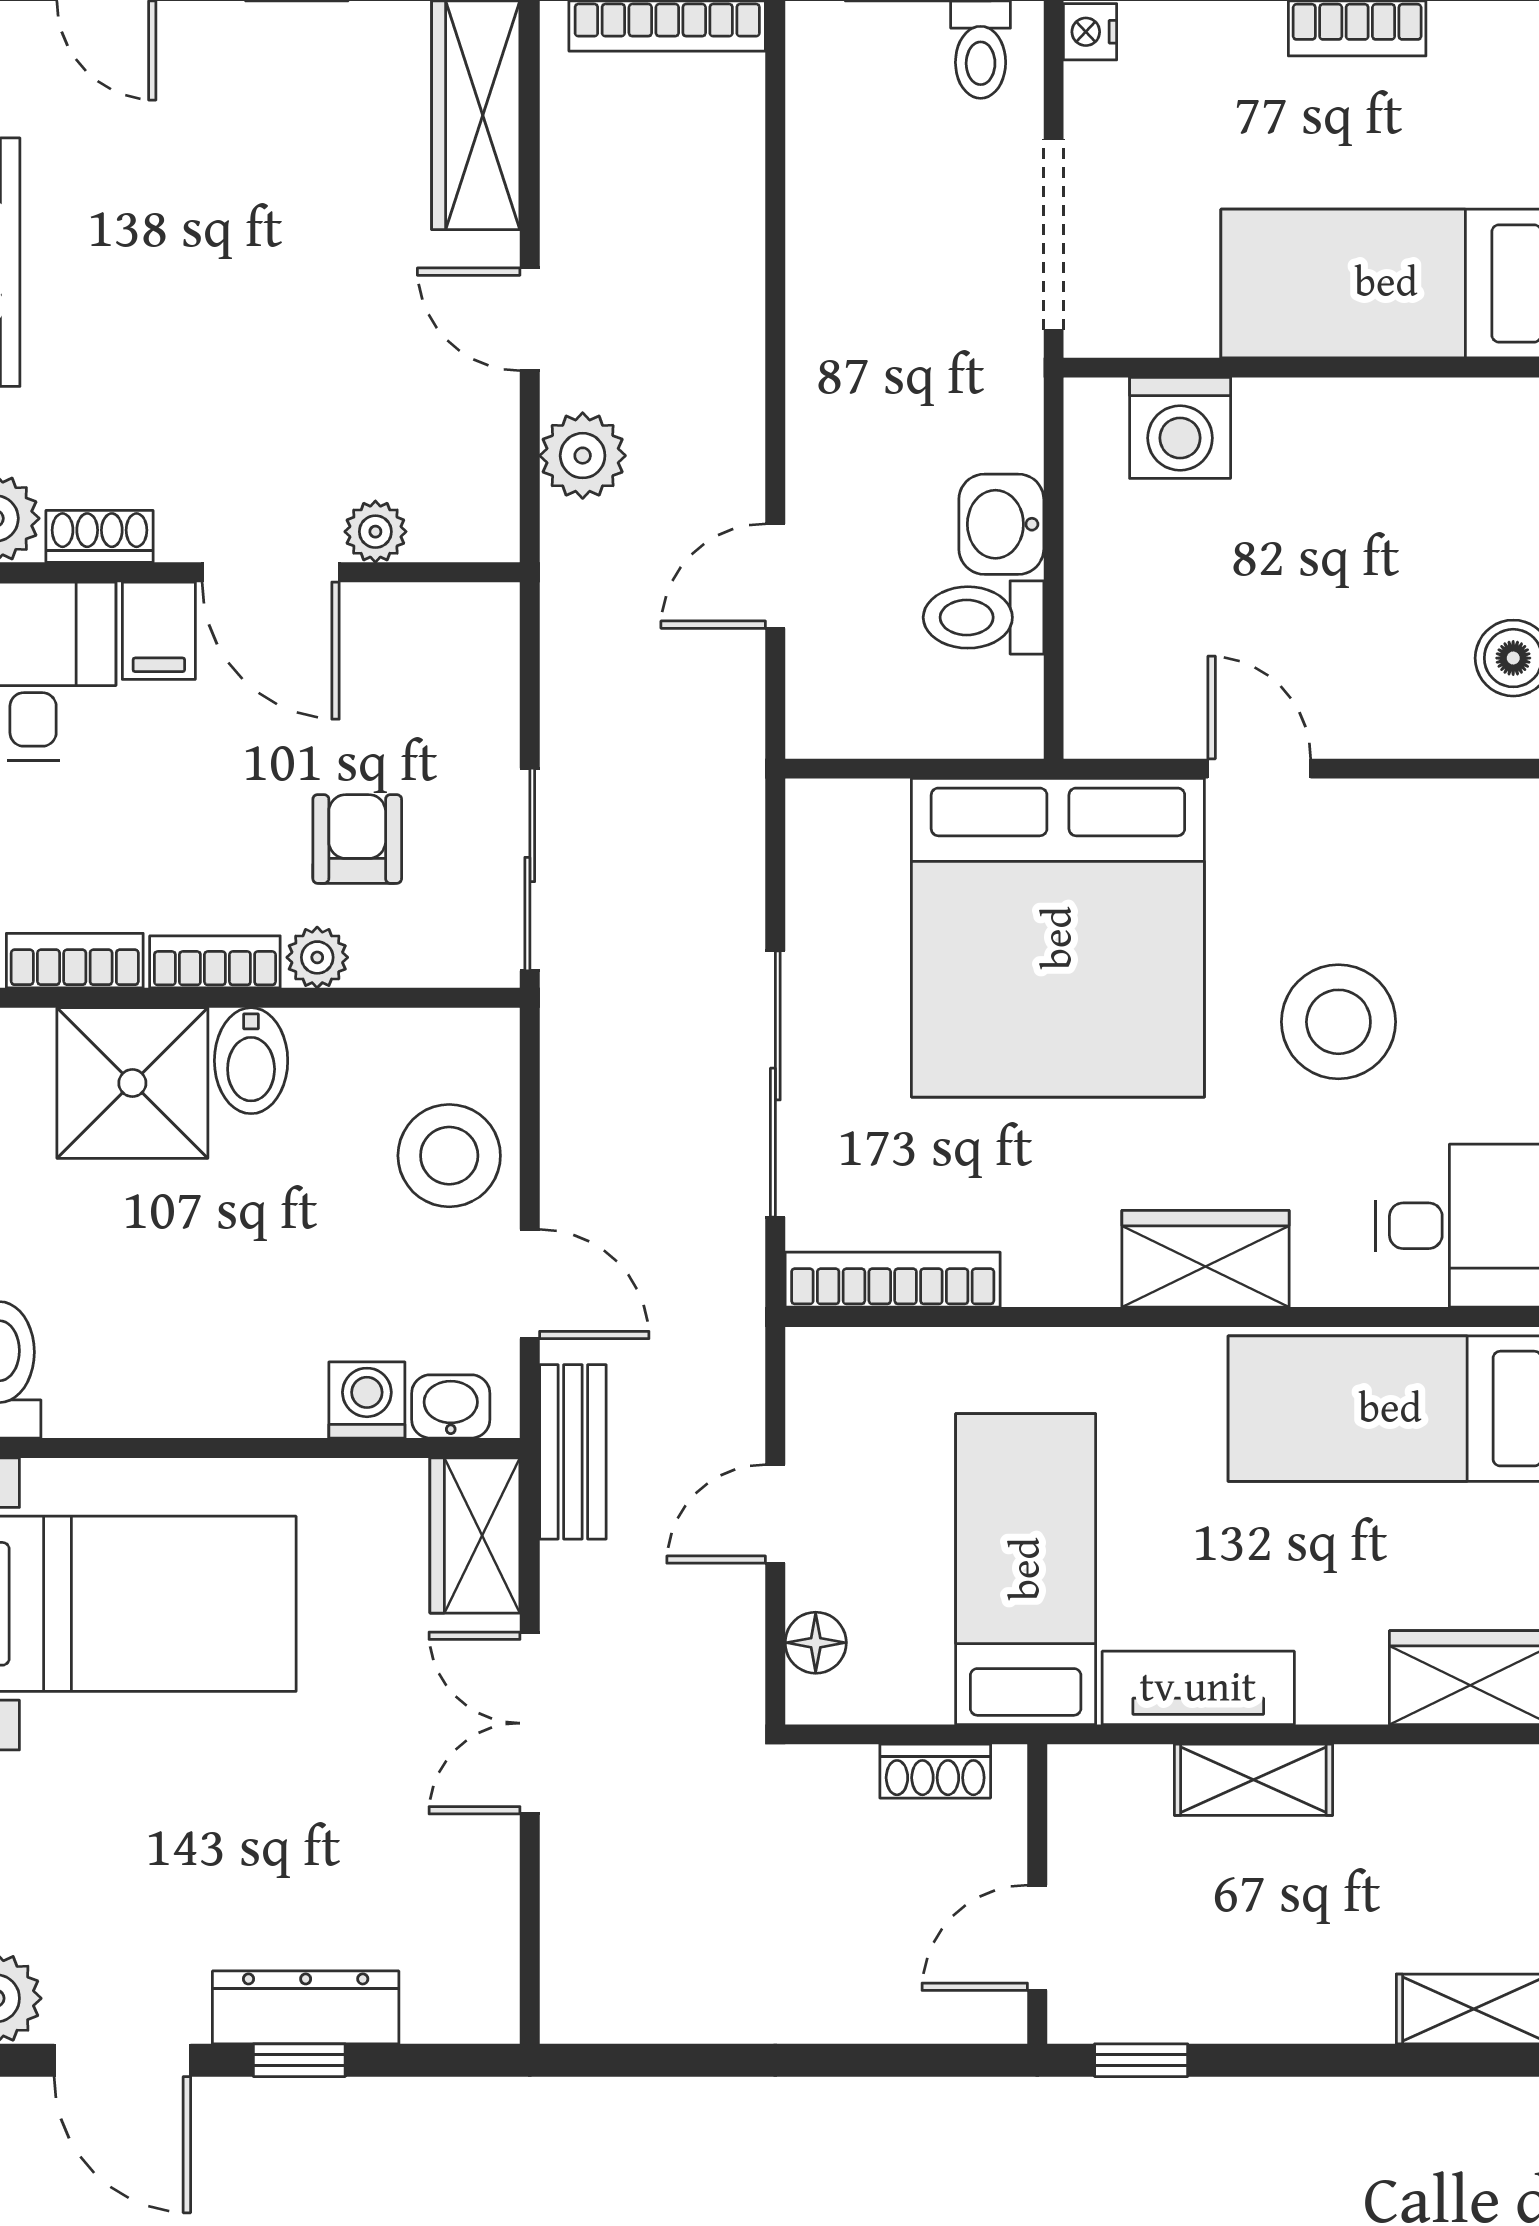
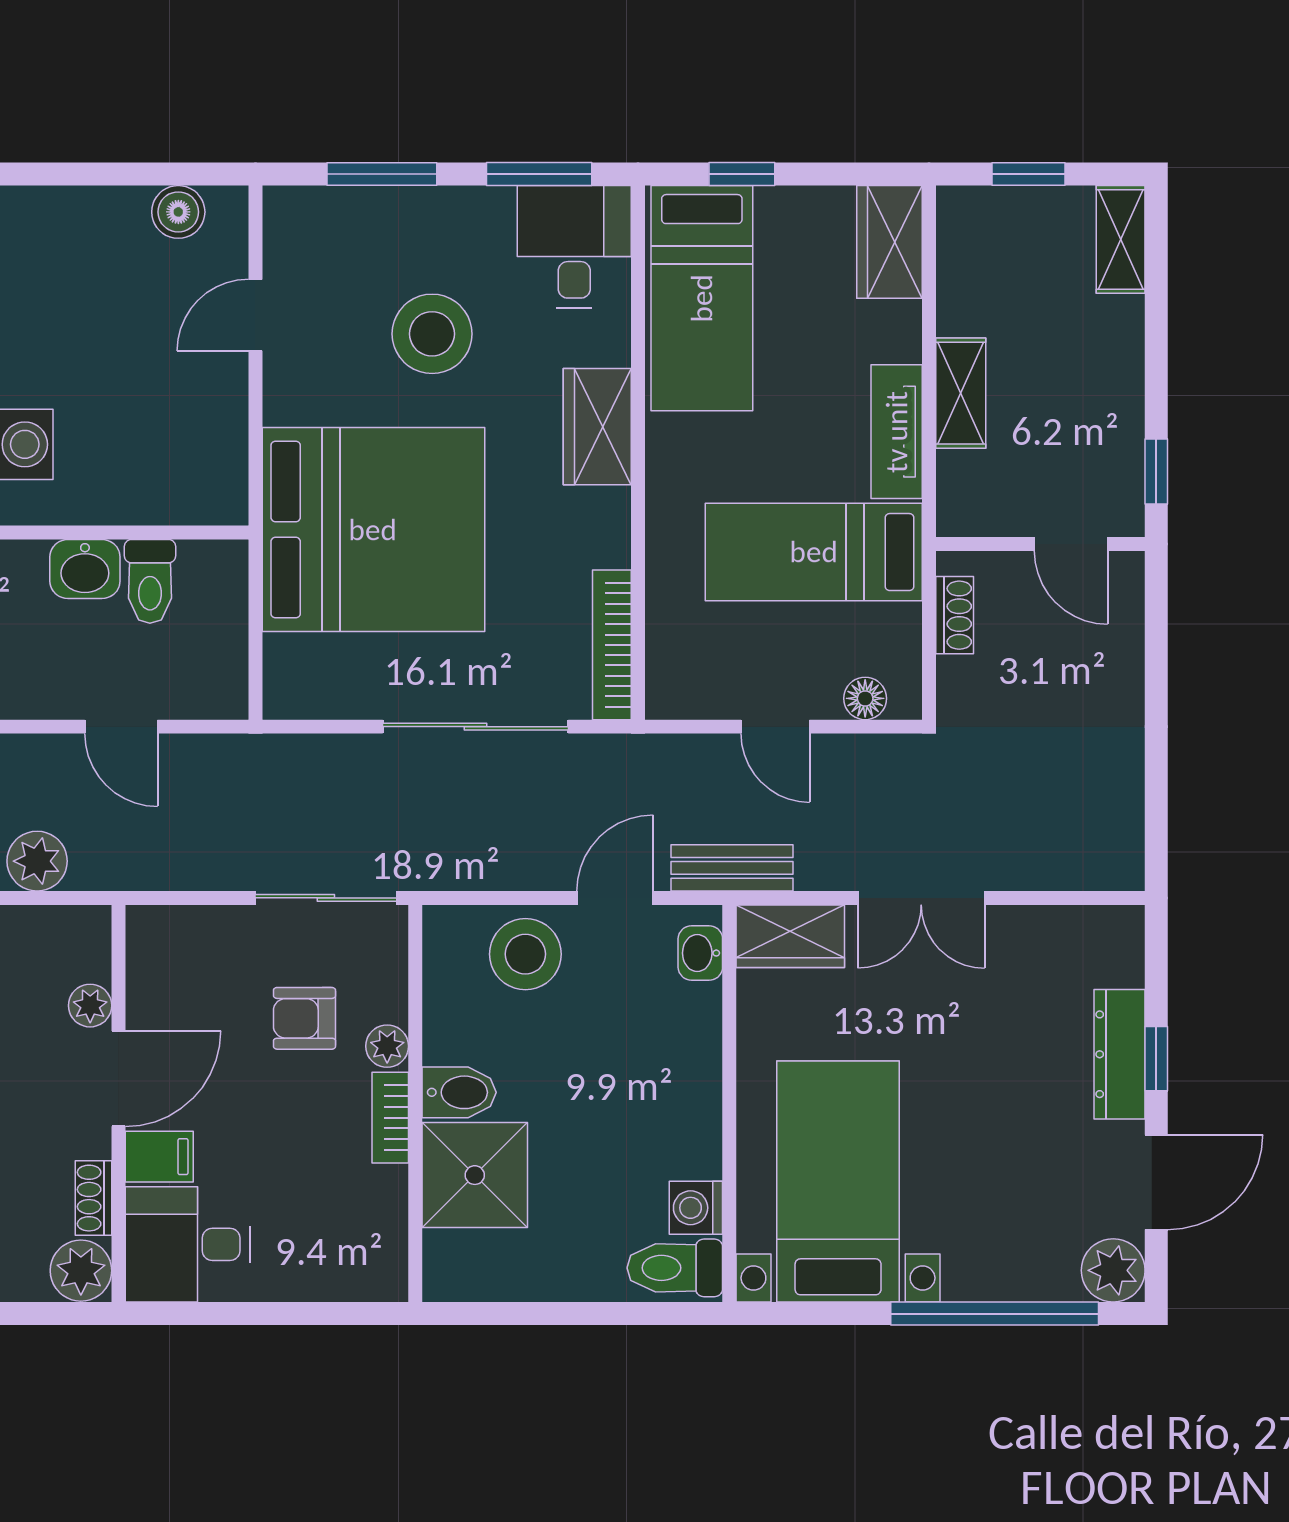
door: (1259, 769) -> (255, 315), moved
bookcase: (75, 961) -> (389, 1215), removed
washing machine: (367, 1400) -> (696, 1208), moved

